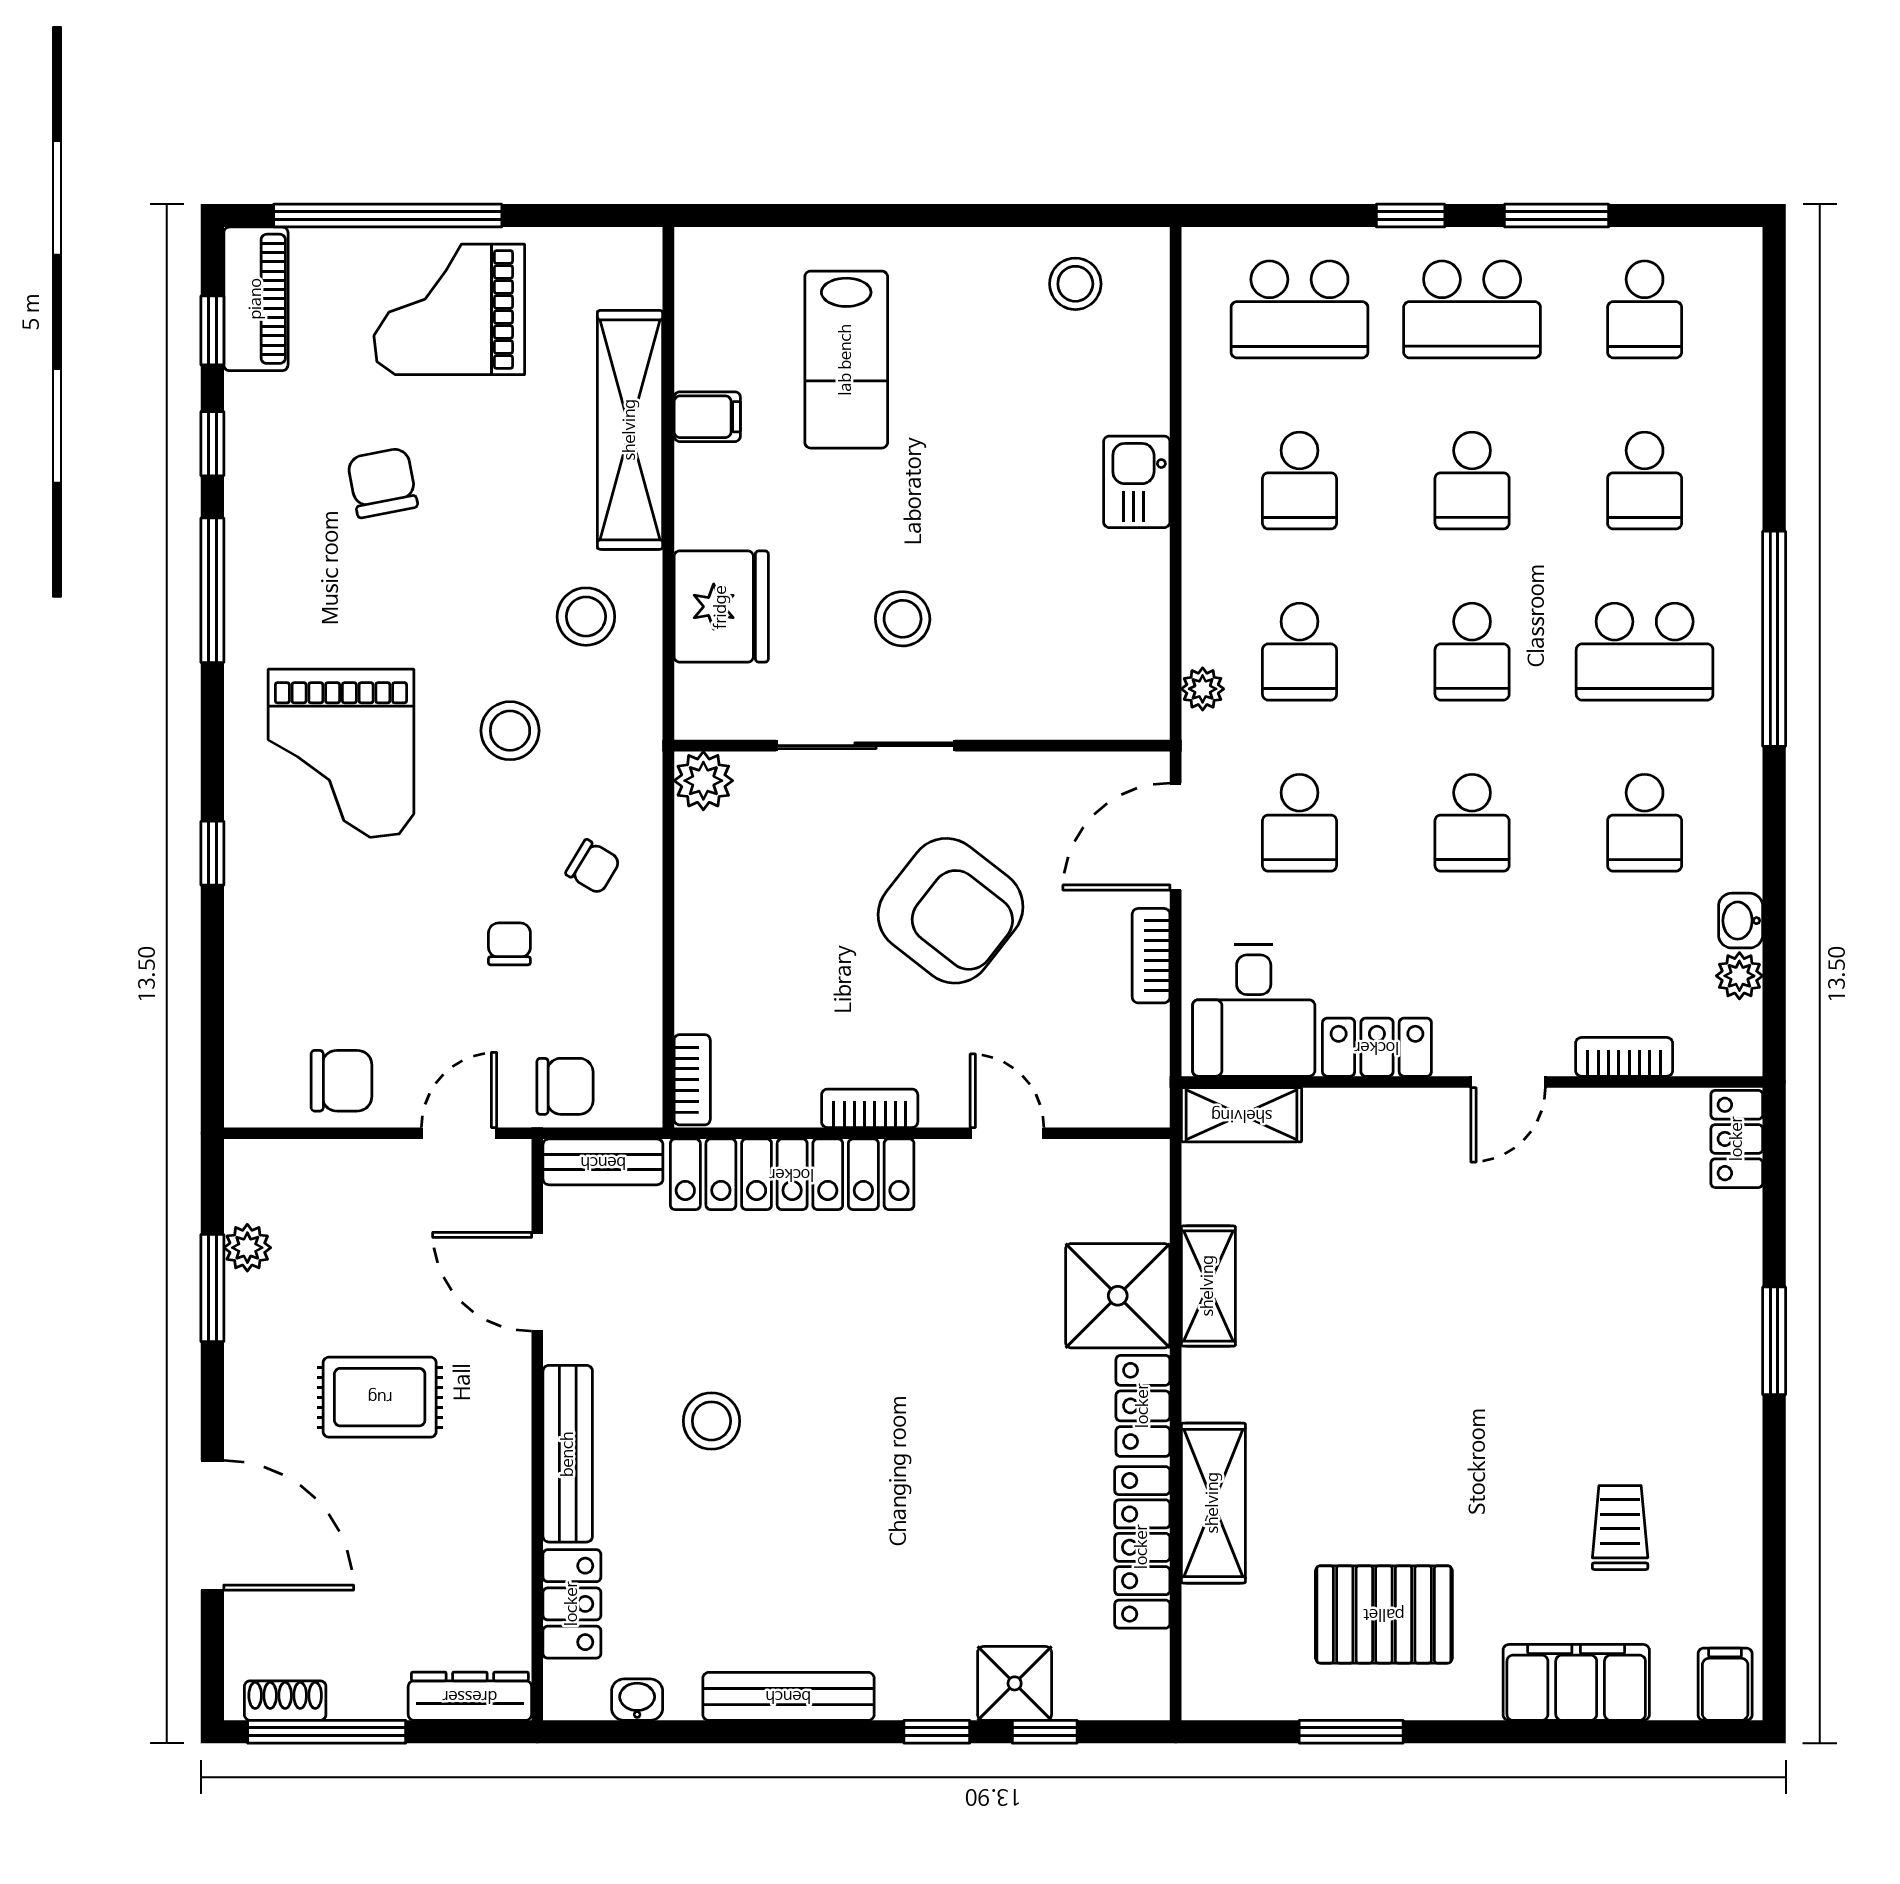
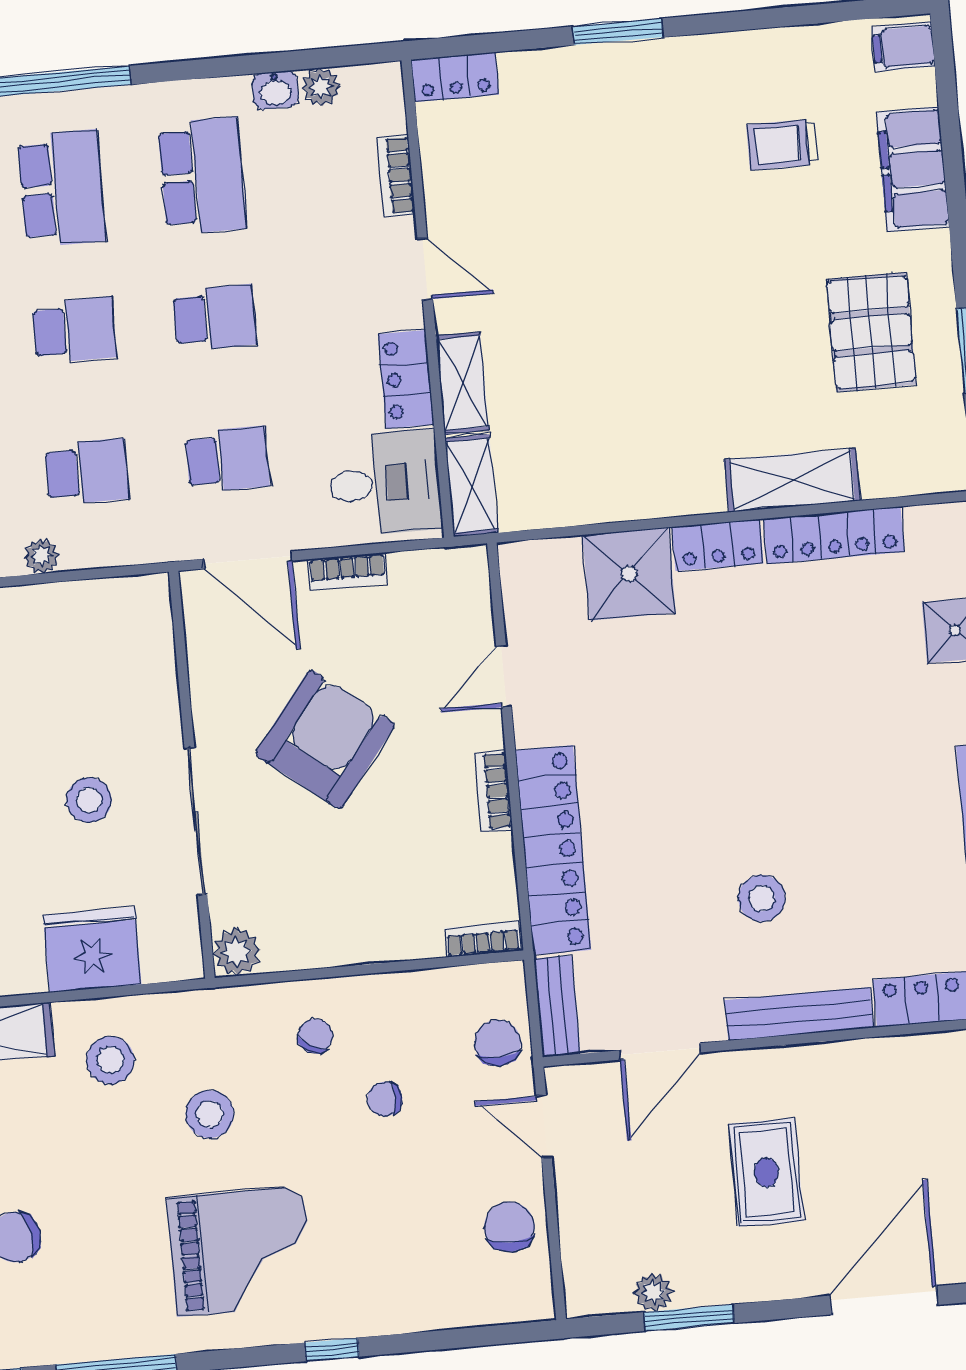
plant: (1203, 689) -> (41, 556), moved
school desk: (1645, 823) -> (202, 176), width x1.85
shelving: (1208, 1286) -> (462, 383), moved, turned 90

